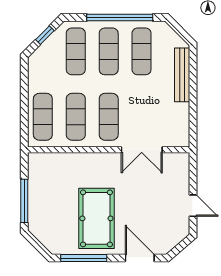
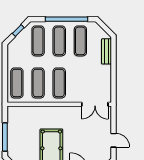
bench: (182, 75) -> (106, 51), width x0.73
double door: (142, 150) -> (95, 104), moved

